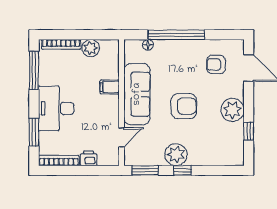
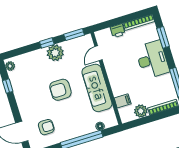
filing cabinet: (110, 87) -> (123, 101), moved
plant: (233, 110) -> (10, 66), moved, width x0.53, depth x0.53

